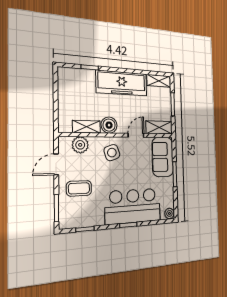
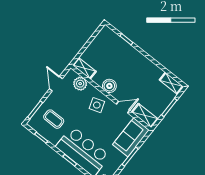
freezer: (122, 83) -> (141, 65), removed
shelving: (86, 127) -> (84, 68), moved
door: (56, 164) -> (56, 84), hinge flipped
coffee table: (79, 188) -> (54, 119), moved

